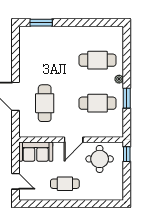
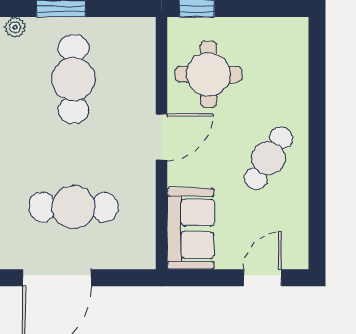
door: (74, 140) -> (162, 137), hinge flipped
cafe table: (65, 184) -> (268, 158), turned 32

